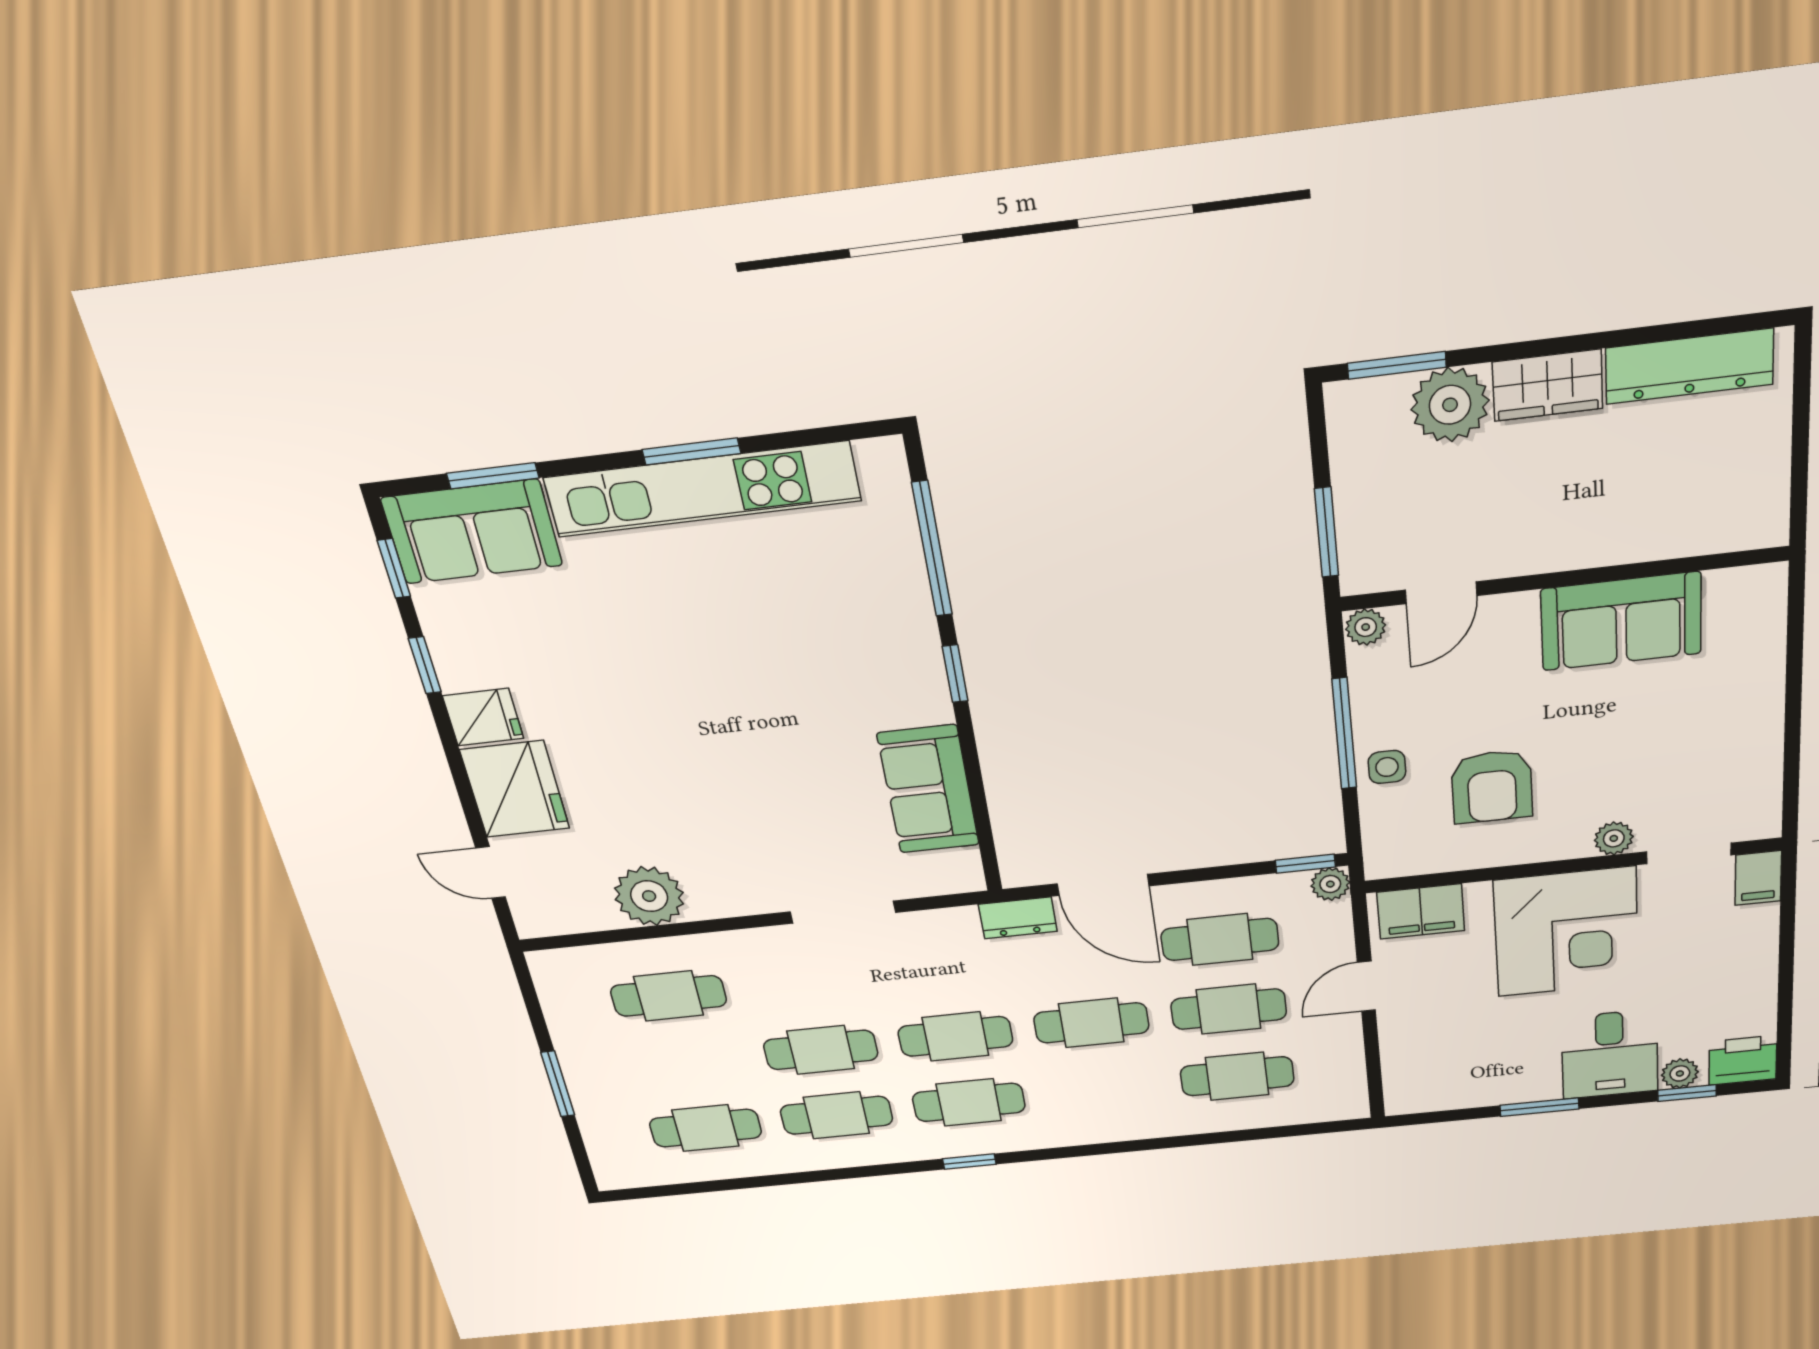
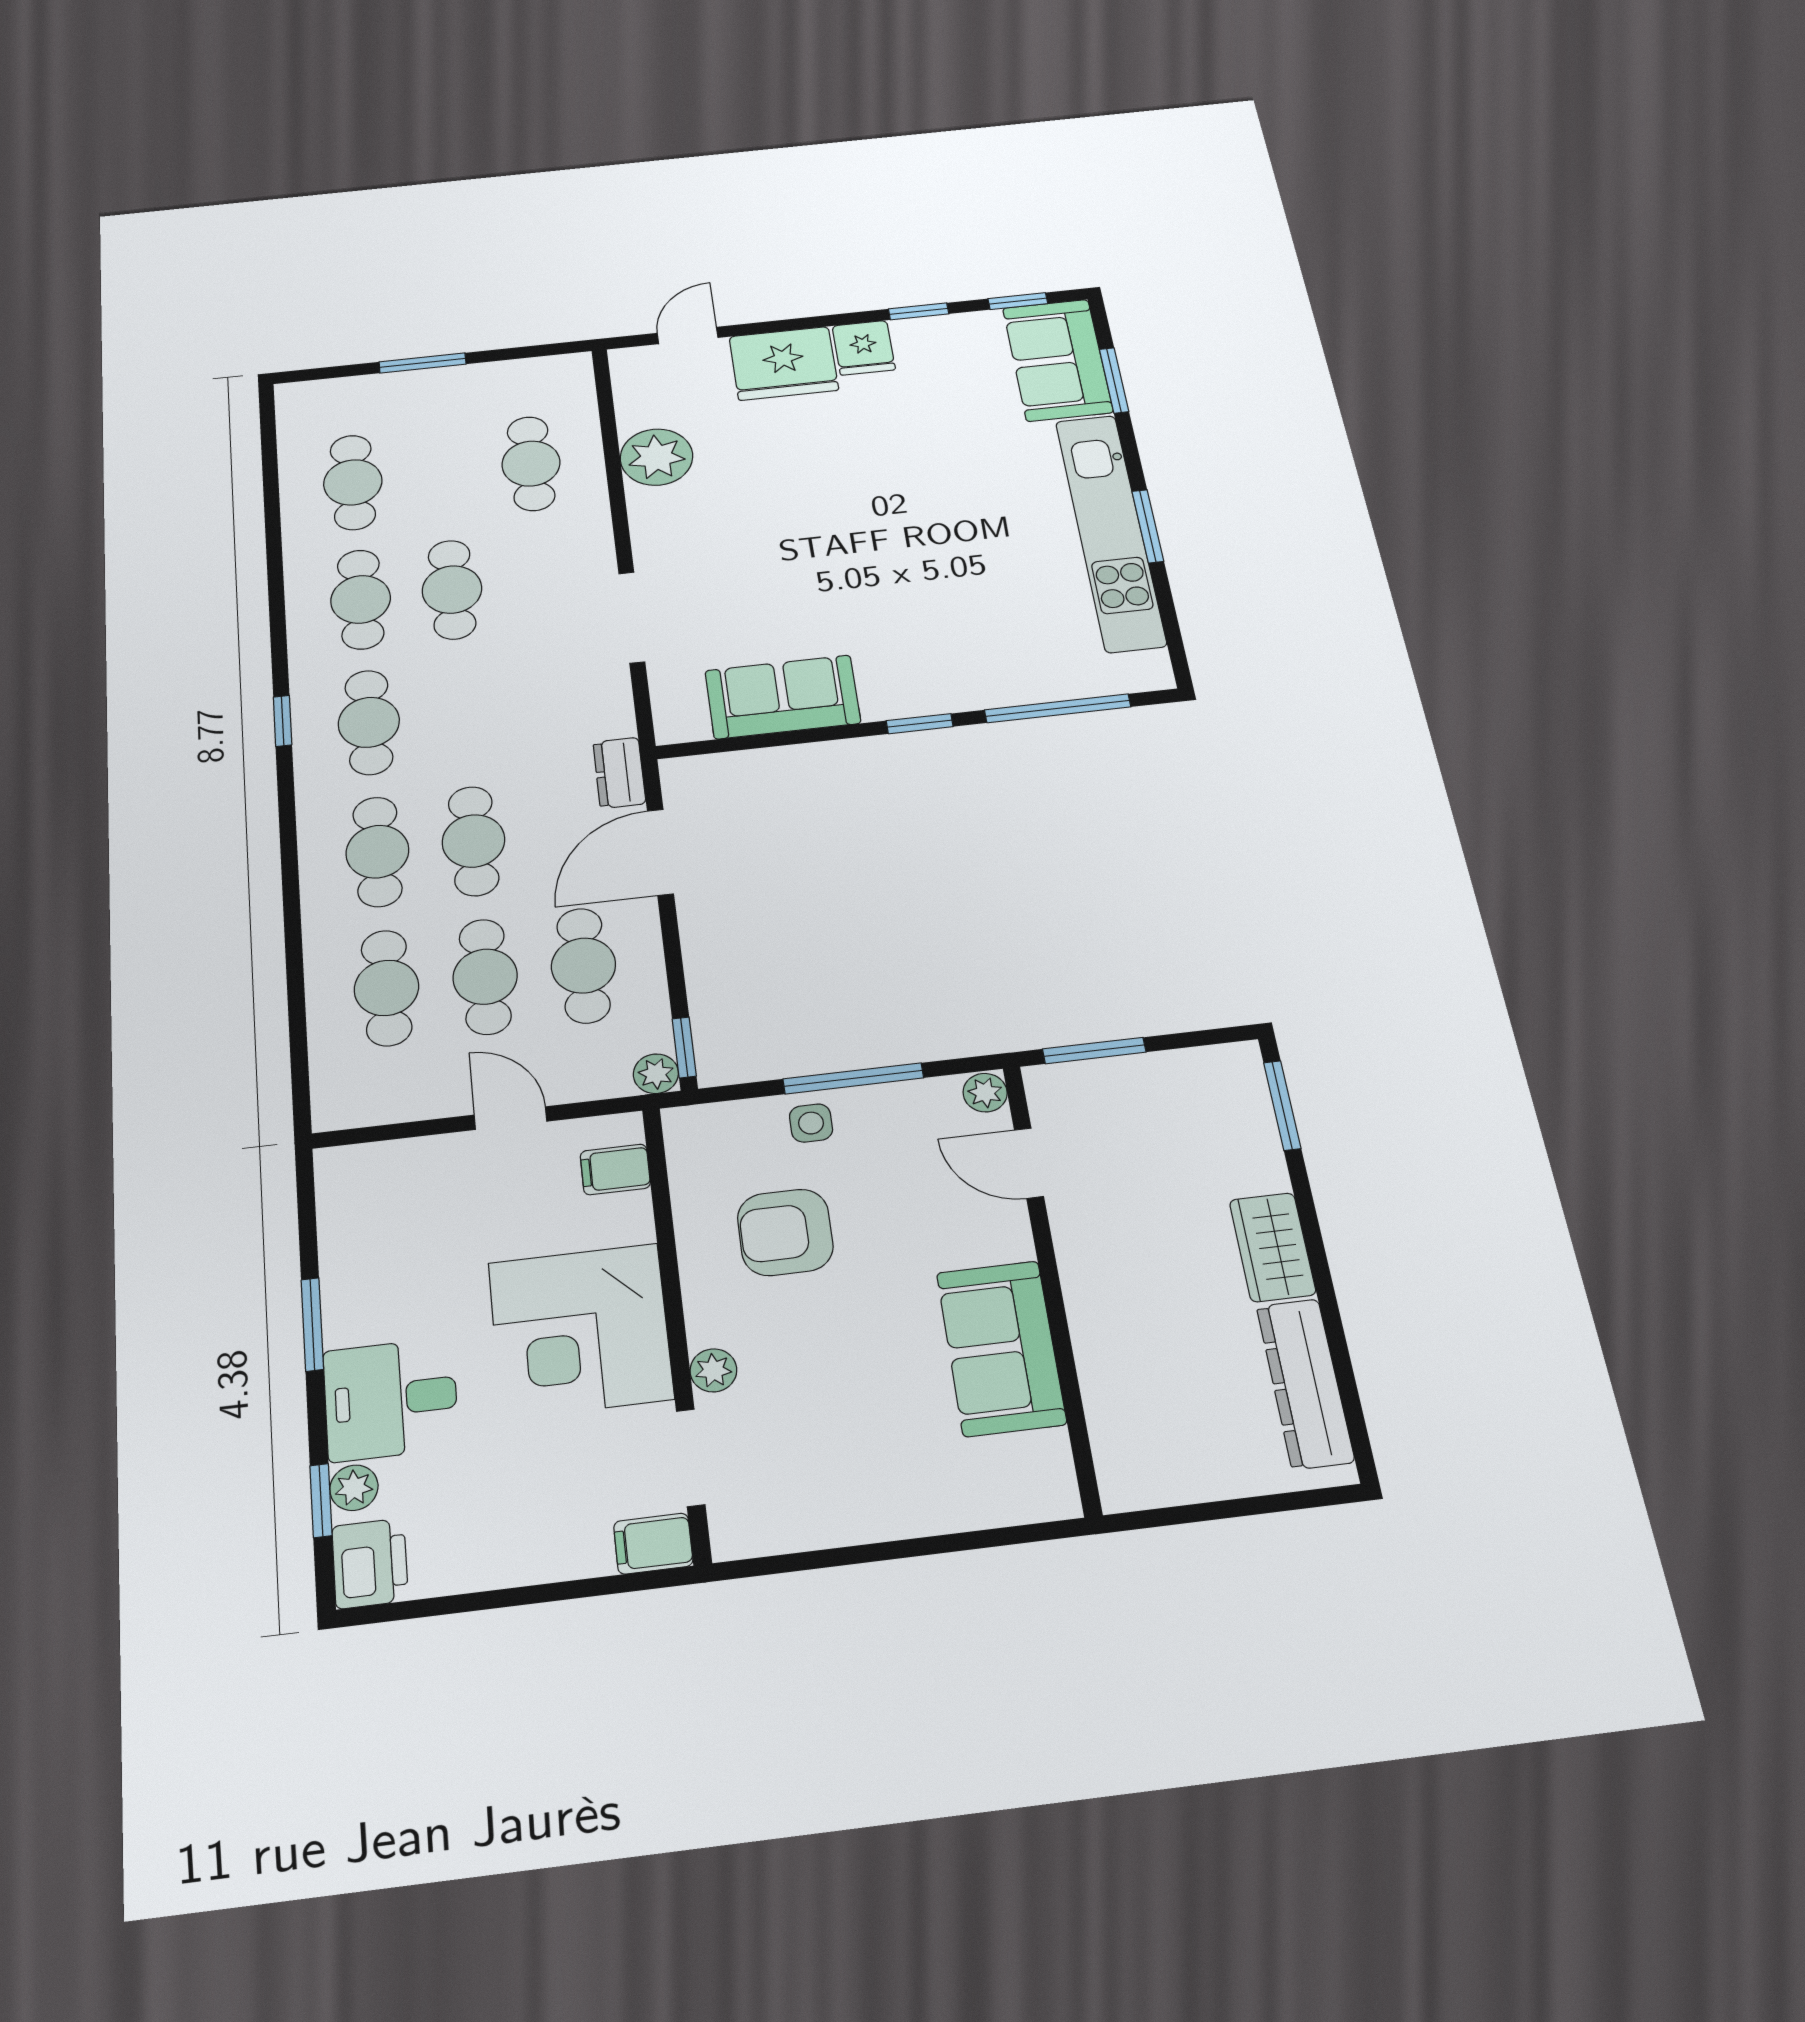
plant: (1450, 405) -> (1244, 1157), removed
filing cabinet: (1421, 911) -> (615, 1169), width x0.50
cafe table: (955, 1036) -> (377, 852), moved

